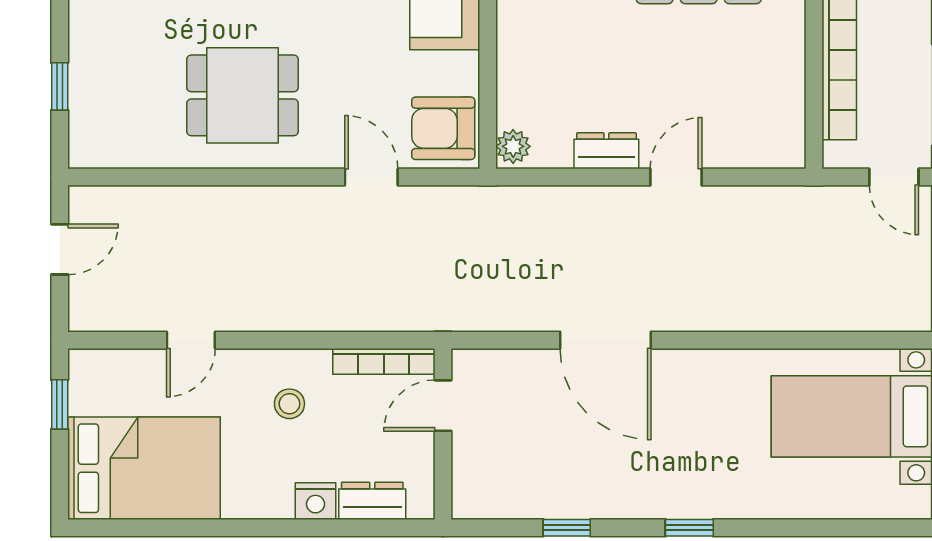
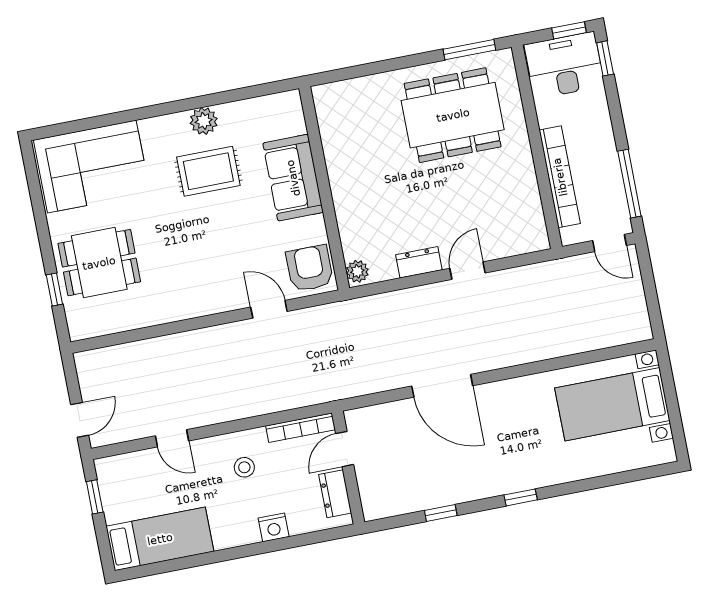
dining table: (242, 95) -> (99, 263), moved
armchair: (443, 128) -> (310, 268), turned 90
door: (60, 249) -> (80, 420), moved
door: (191, 340) -> (172, 438), hinge flipped
bed: (144, 468) -> (160, 539), width x0.67
dresser: (372, 501) -> (335, 494), moved, turned -90

